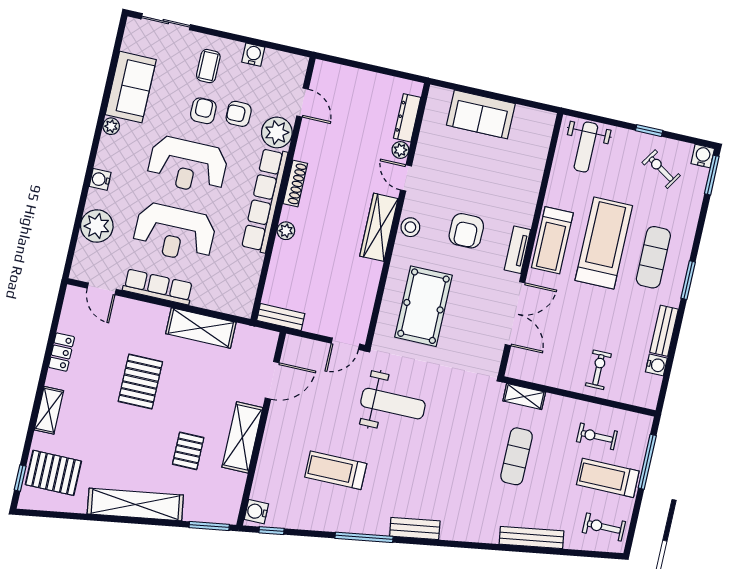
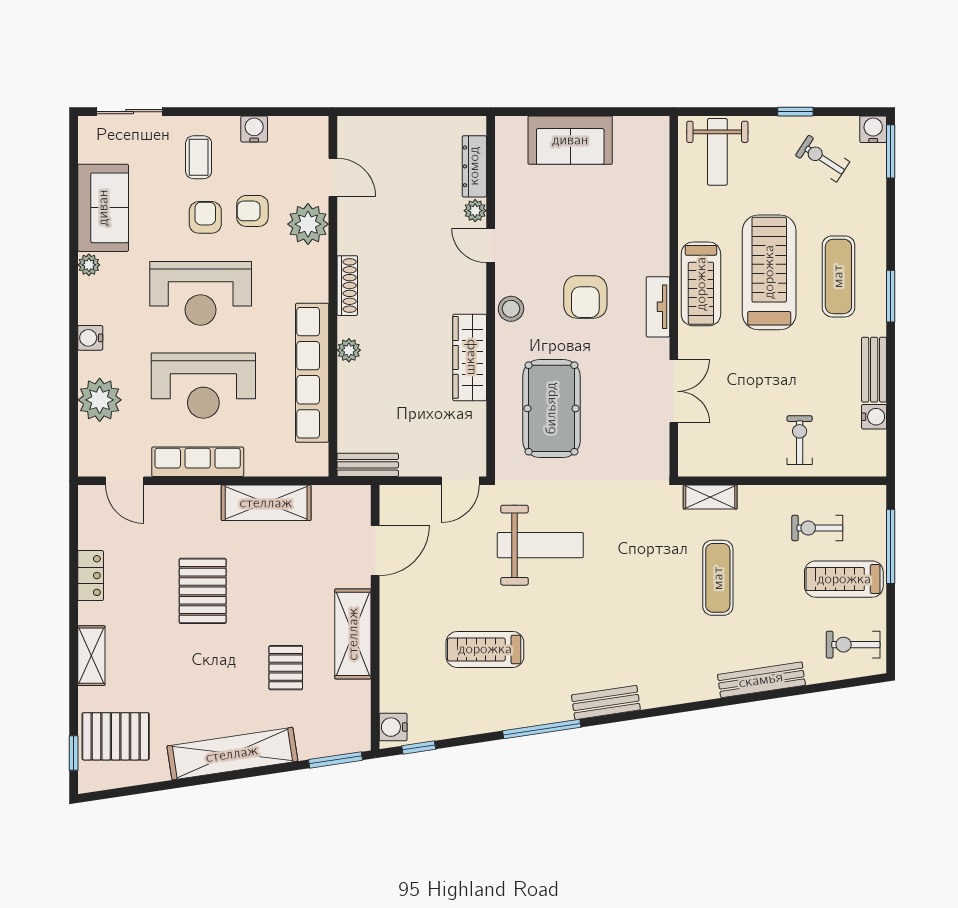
row of seats: (265, 200) -> (312, 373), moved
wardrobe: (379, 227) -> (470, 357), moved
double door: (515, 314) -> (674, 391), width x0.73

